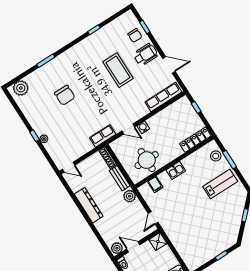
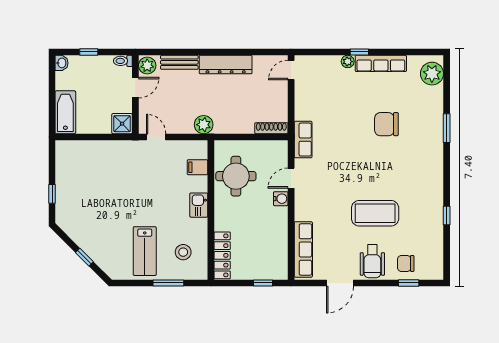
row of seats: (33, 120) -> (381, 63), added
stool: (216, 156) -> (183, 252), moved
bench: (120, 178) -> (179, 62), moved

